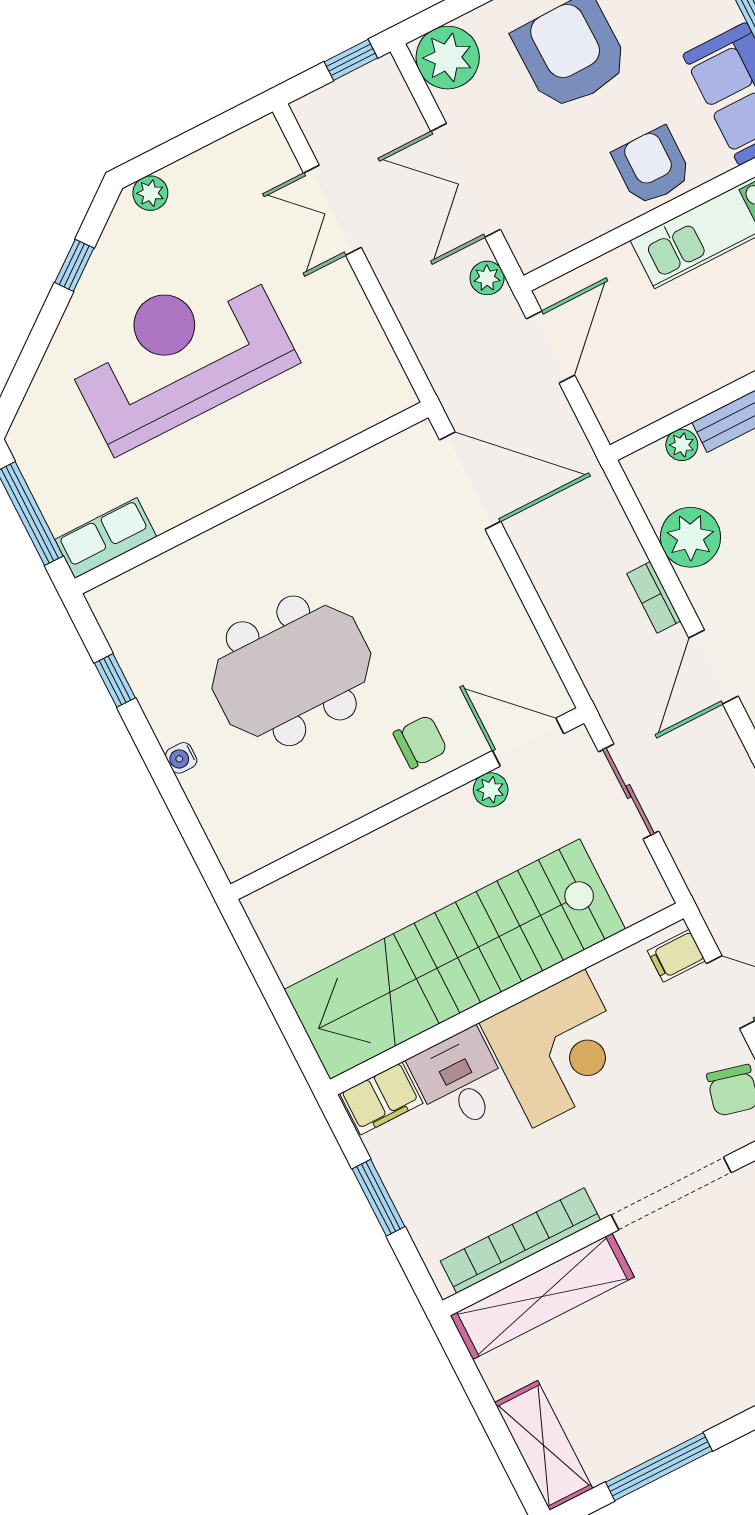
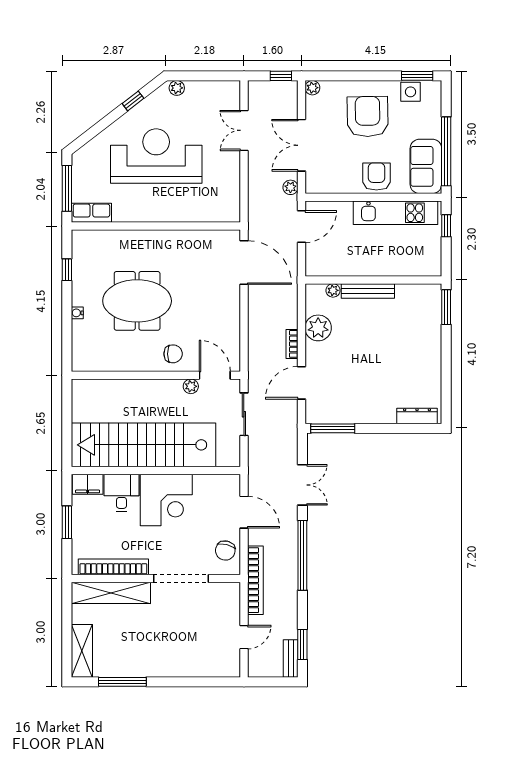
plant: (448, 58) -> (312, 88), width x0.53, depth x0.53
filing cabinet: (676, 956) -> (230, 487), removed

